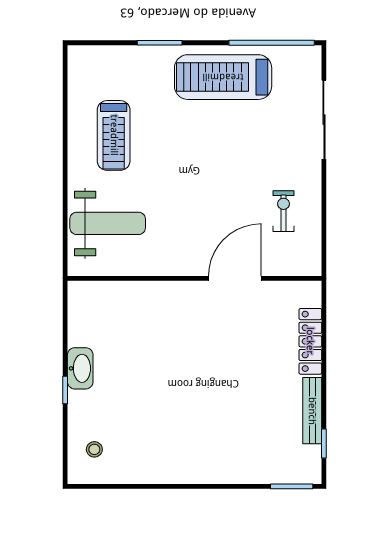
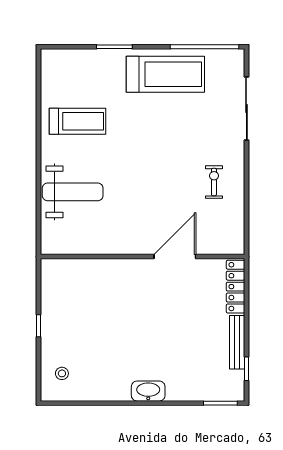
treadmill: (223, 77) -> (165, 74), turned 180
treadmill: (114, 135) -> (77, 121), turned -90
wall: (195, 278) -> (142, 256), moved
door: (235, 278) -> (175, 256), moved
washbasin: (80, 368) -> (148, 391), moved, turned -90

